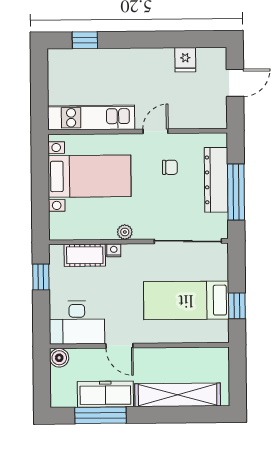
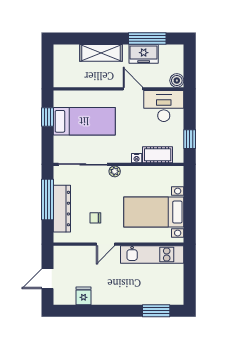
window: (85, 40) -> (156, 311), width x1.50
plant: (125, 232) -> (115, 171), moved
freezer: (105, 394) -> (144, 54), width x0.71
shelving: (178, 395) -> (101, 53), width x0.68

